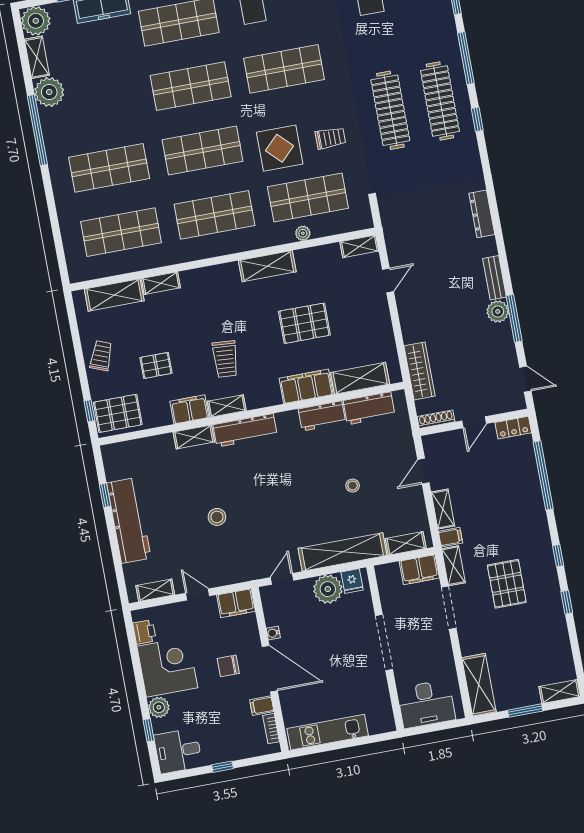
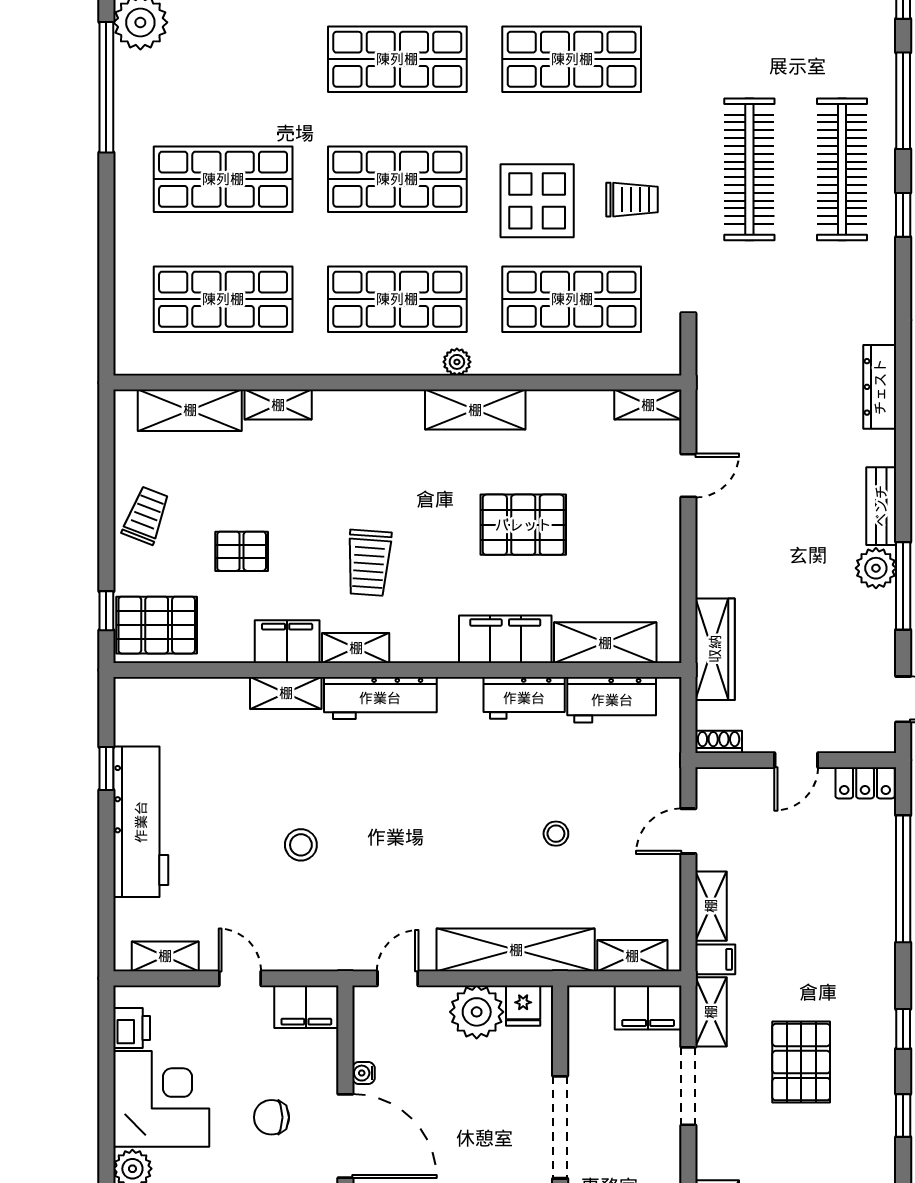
plant: (303, 233) -> (457, 362), moved
shoe rack: (436, 419) -> (719, 742), width x0.70

